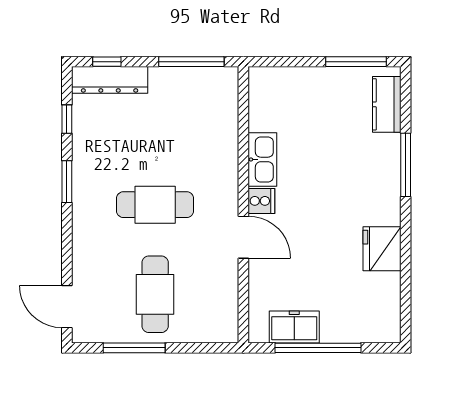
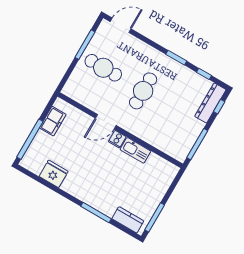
fridge: (382, 249) -> (54, 174), moved
window: (318, 348) -> (30, 139), moved

